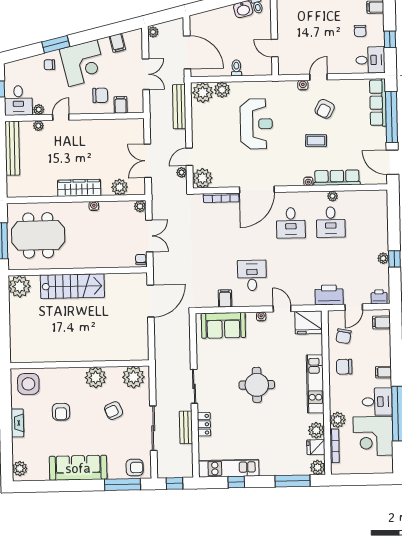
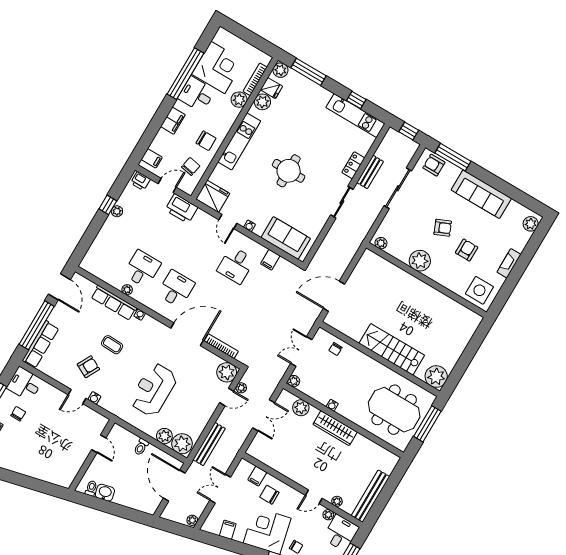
chair: (141, 259) -> (335, 349), moved
filing cabinet: (383, 372) -> (173, 121), width x2.00
plant: (133, 377) -> (381, 243), width x0.53, depth x0.53
armchair: (114, 411) -> (443, 228), moved

